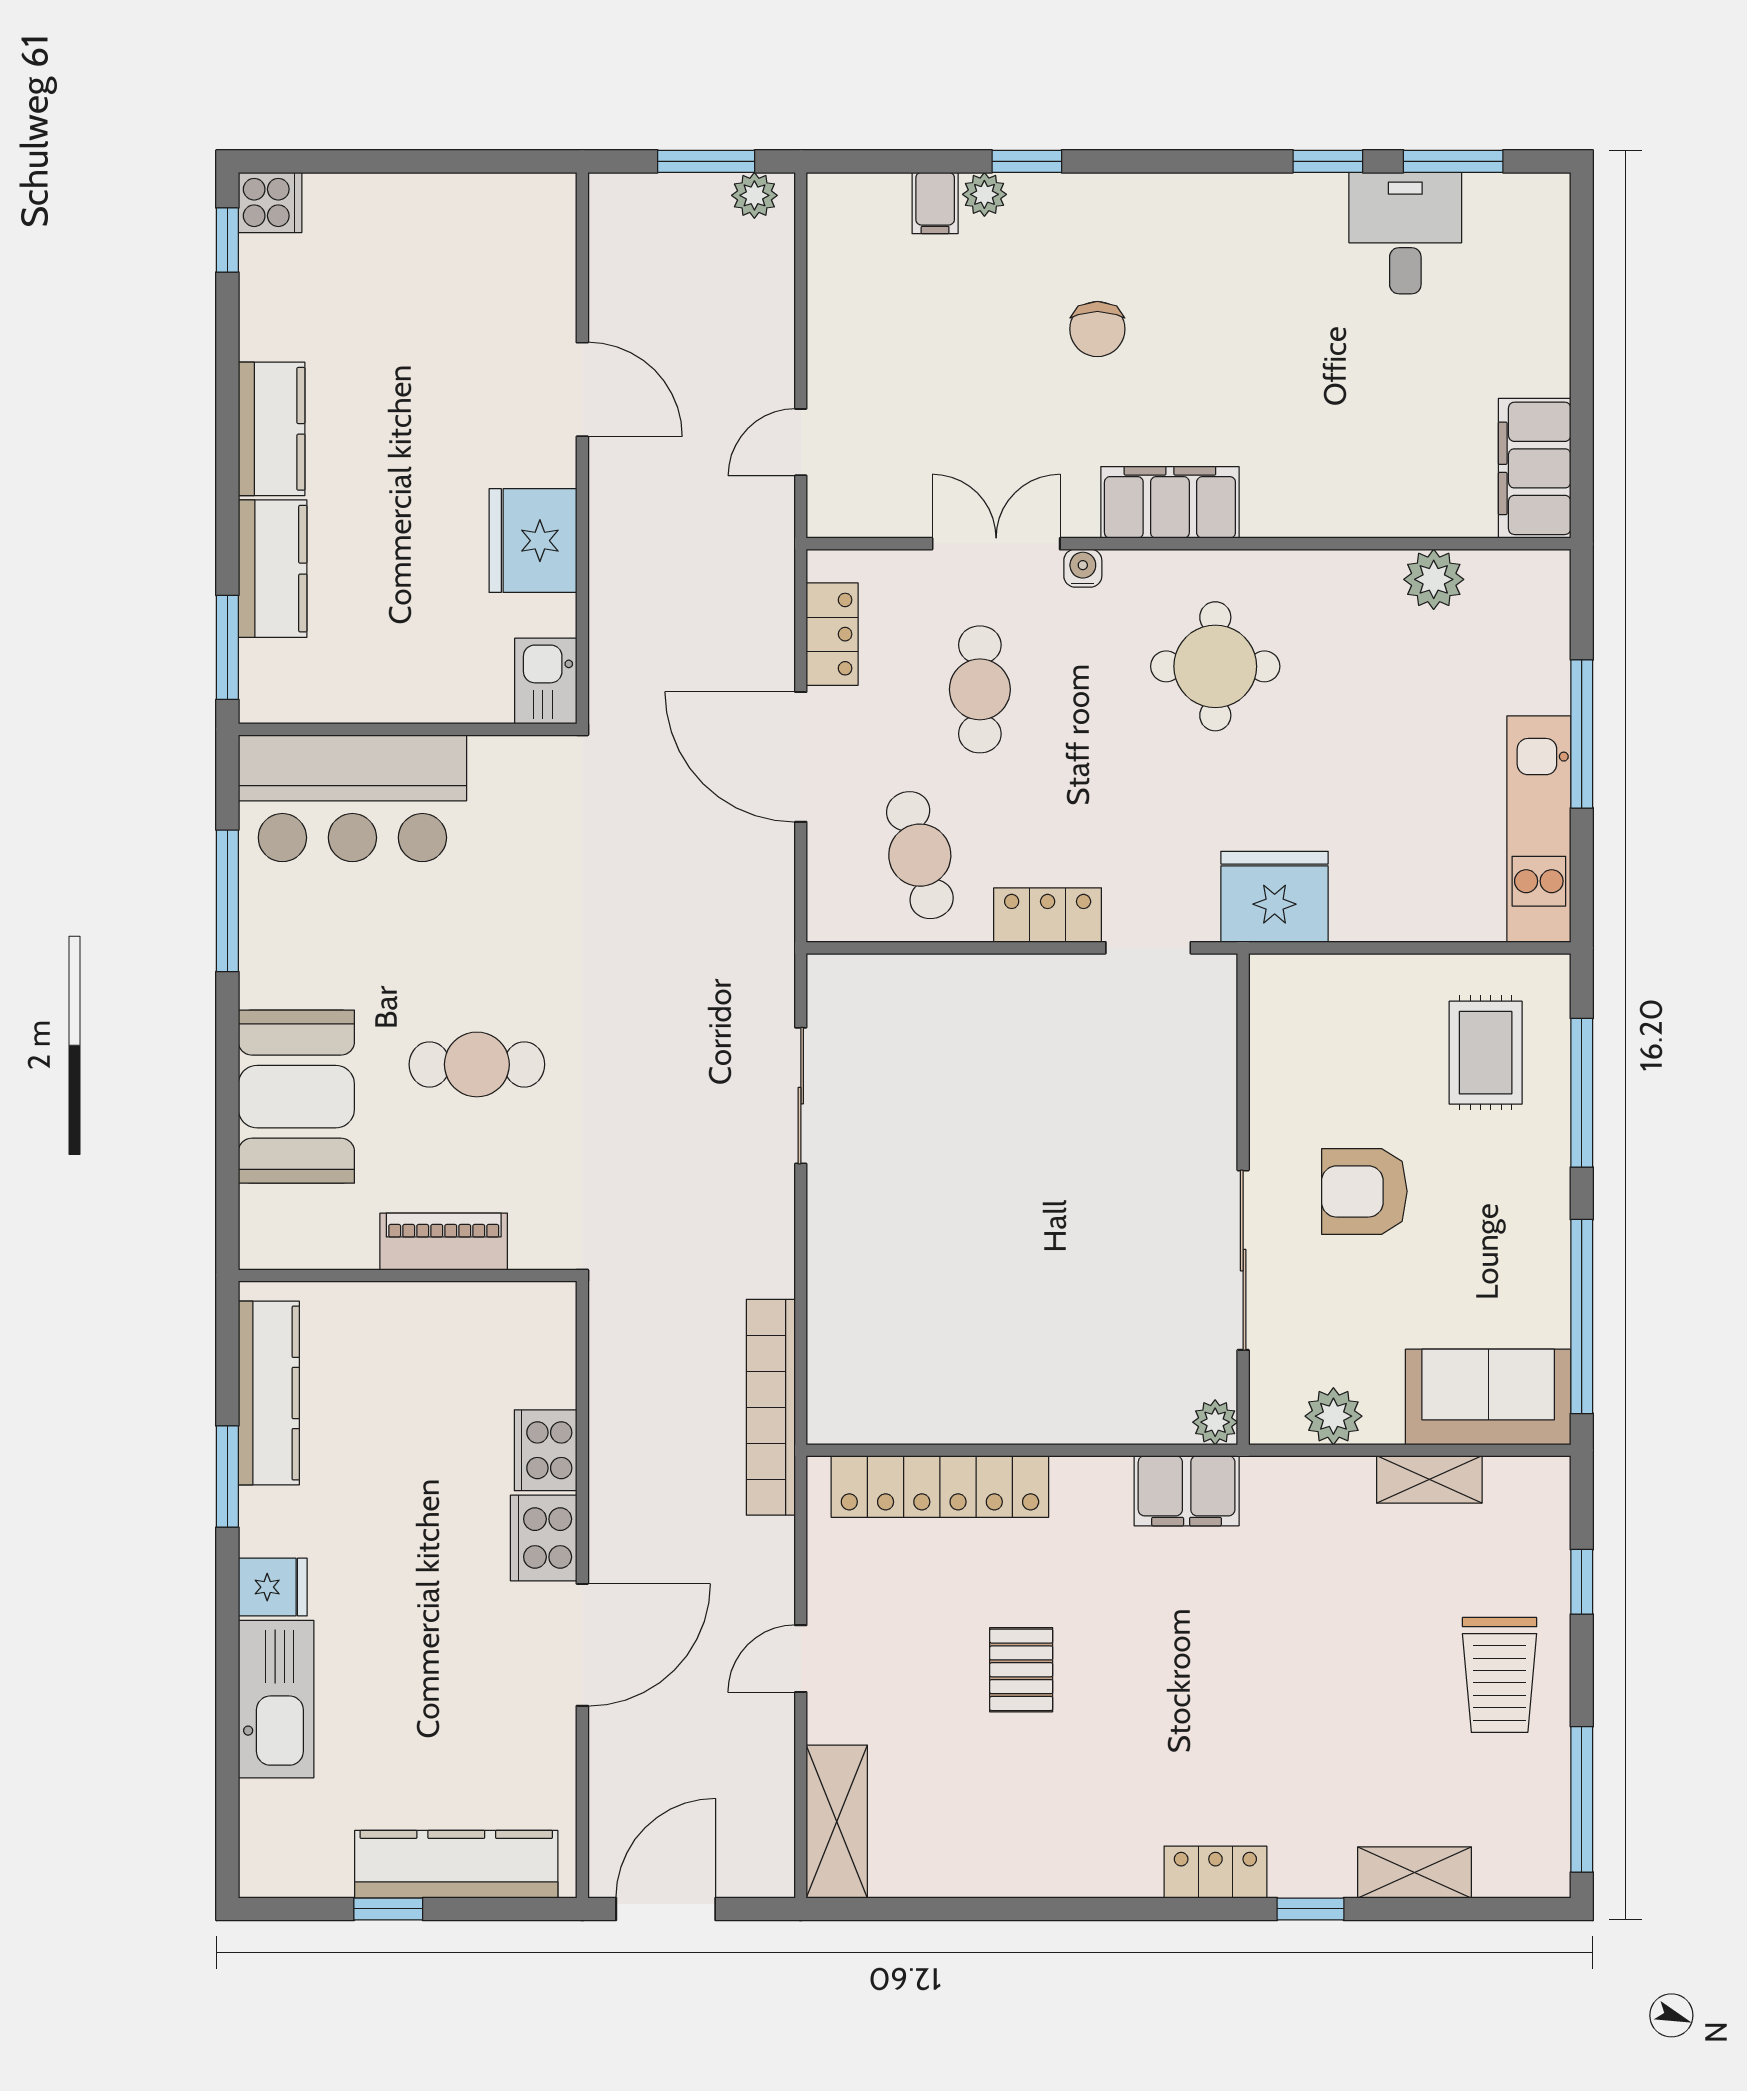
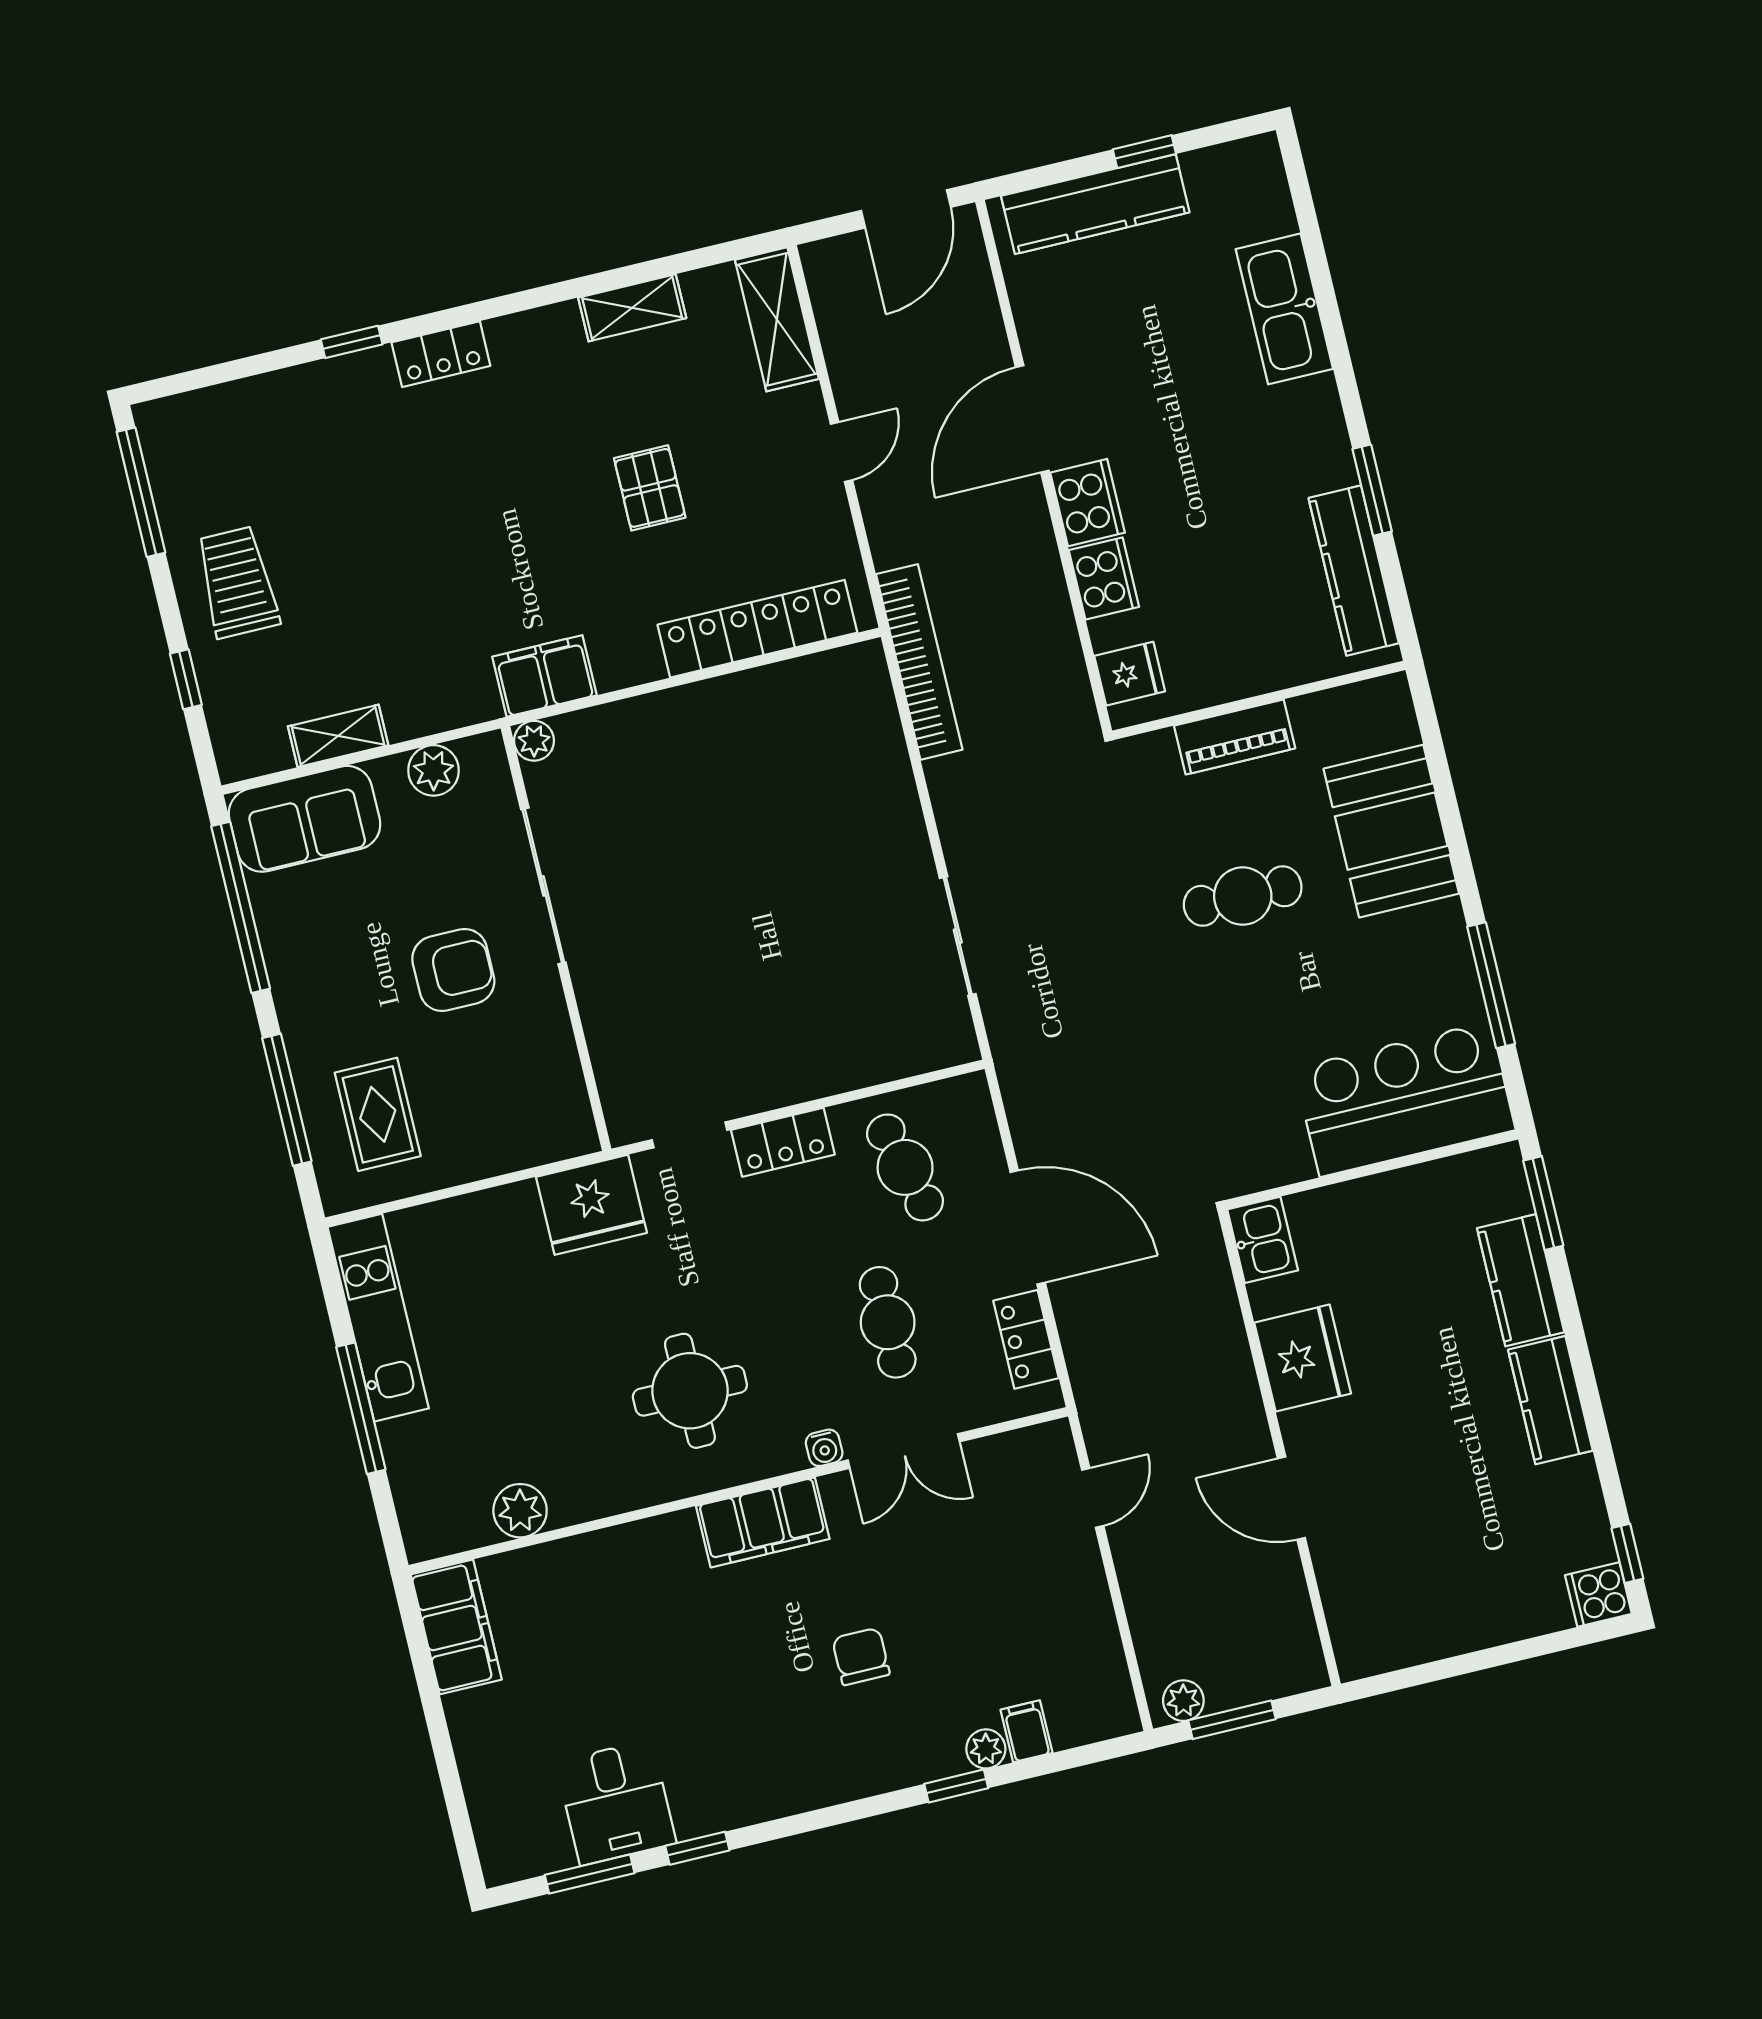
fridge: (273, 1587) -> (1130, 674), moved, turned 180
shelving: (1415, 1872) -> (632, 308), moved

